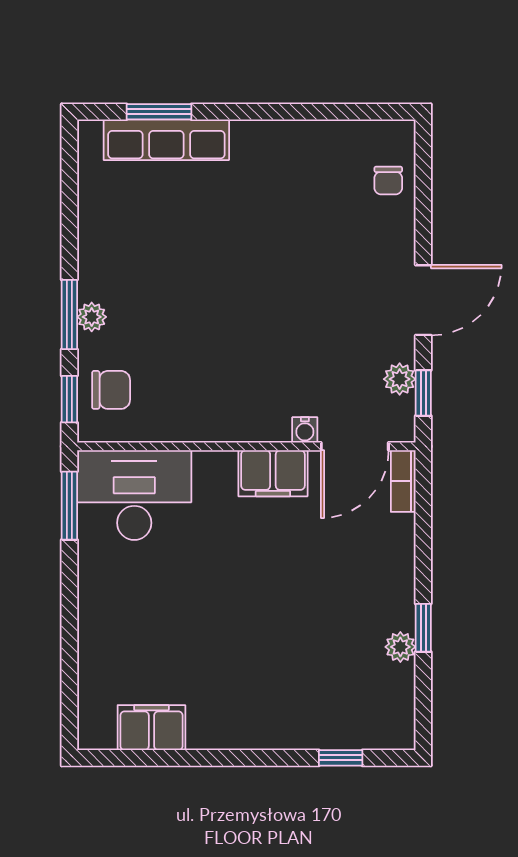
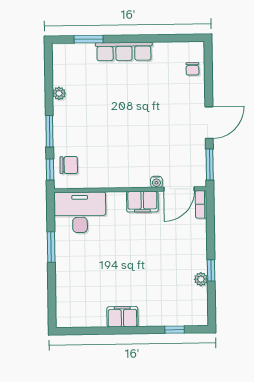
row of seats: (166, 140) -> (124, 51), moved
plant: (92, 317) -> (59, 93), moved
plant: (400, 379) -> (199, 158), removed
window: (423, 393) -> (210, 164), width x1.50
window: (69, 506) -> (51, 247), moved
filing cabinet: (151, 728) -> (122, 317), moved

